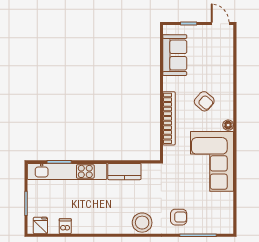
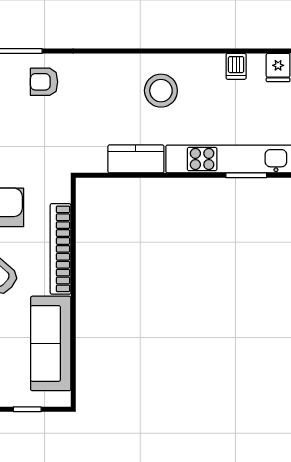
sofa: (175, 55) -> (51, 343), width x1.36
stool: (142, 223) -> (161, 91), moved

